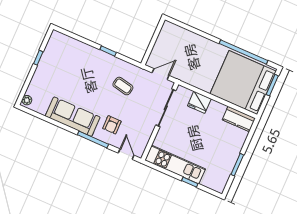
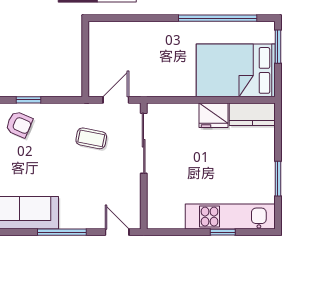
bed: (243, 82) -> (236, 70), width x0.73
coffee table: (123, 86) -> (91, 138), moved
fridge: (199, 102) -> (213, 115), moved
armchair: (112, 125) -> (19, 124), moved, turned -67
kitchen unit: (175, 165) -> (230, 217), moved

